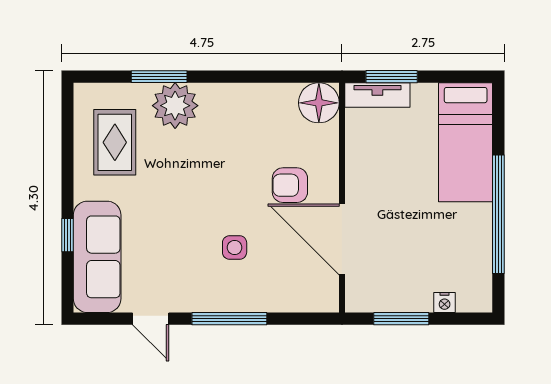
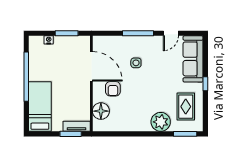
window: (159, 77) -> (185, 134), moved
floor lamp: (319, 103) -> (101, 111), moved
armchair: (290, 185) -> (113, 89), turned 90
window: (68, 235) -> (205, 84), moved
door: (151, 319) -> (171, 33), swing flipped

